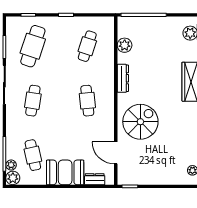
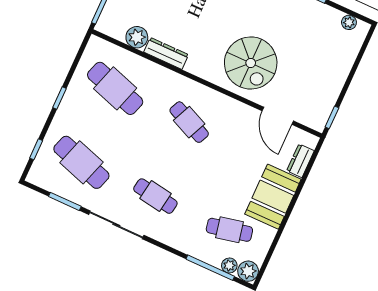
cafe table: (87, 46) -> (115, 88), width x1.37, depth x1.35
dresser: (123, 78) -> (166, 53), moved
cafe table: (87, 101) -> (189, 122), turned 30
spiral stairs: (140, 122) -> (251, 63), turned 180
door: (116, 153) -> (278, 116), hinge flipped

